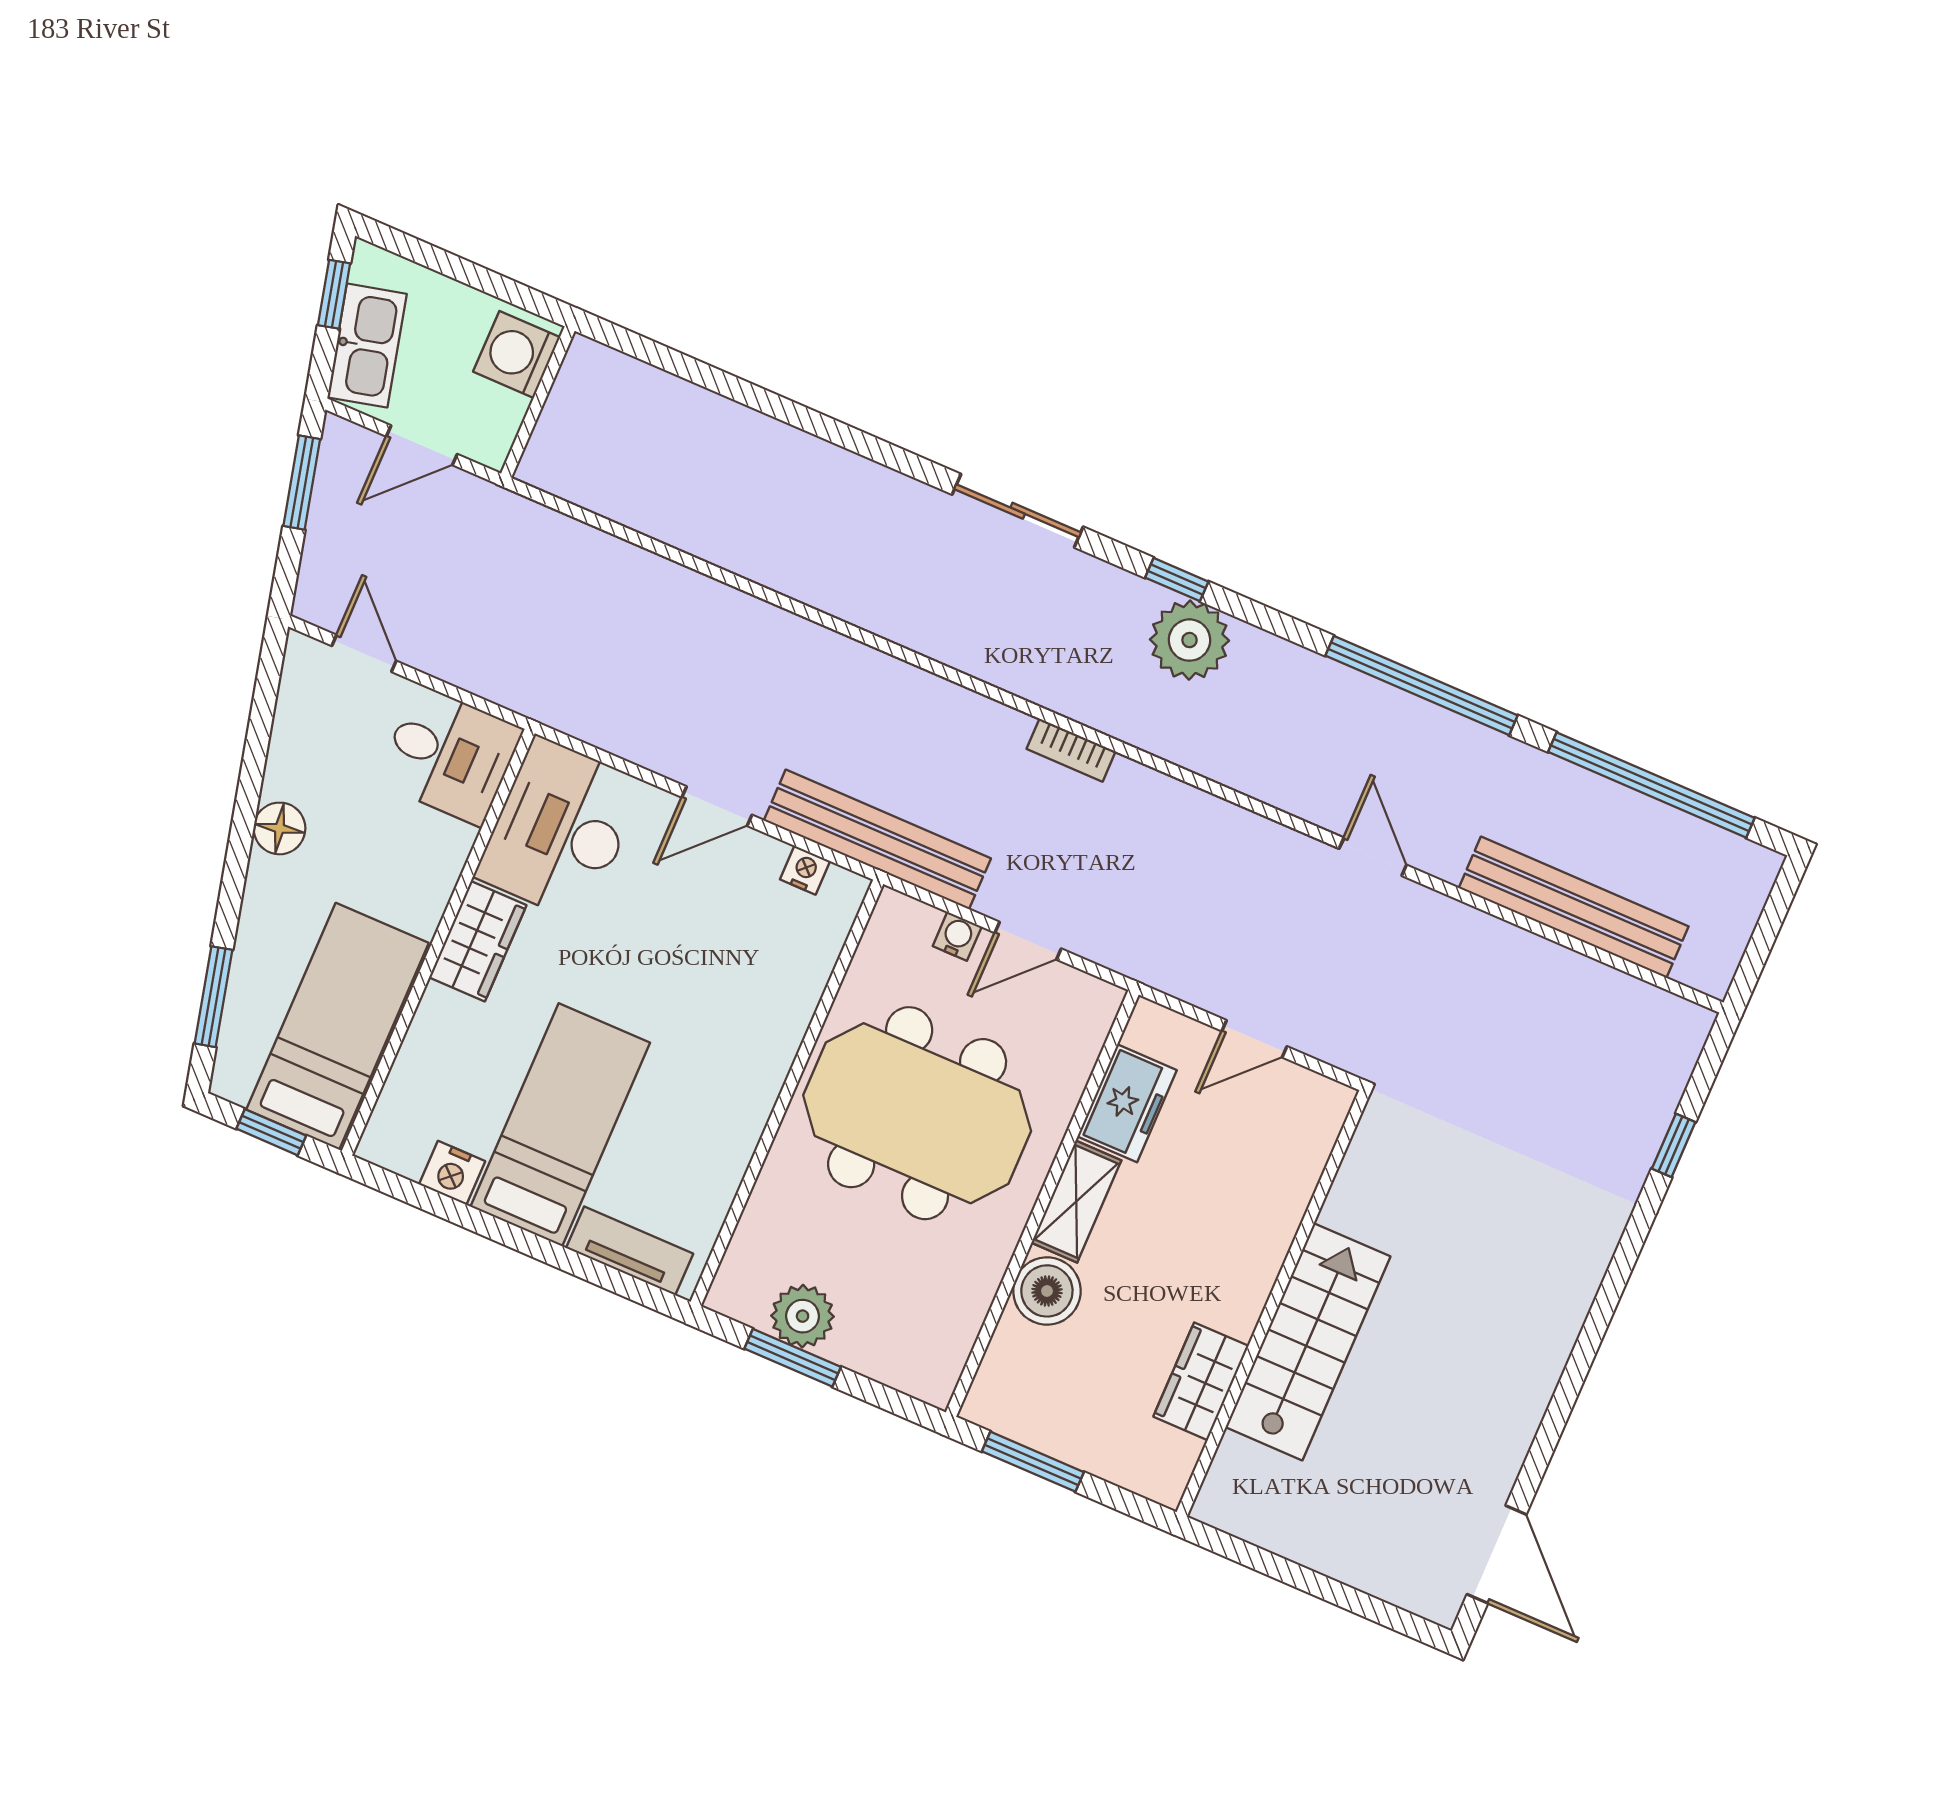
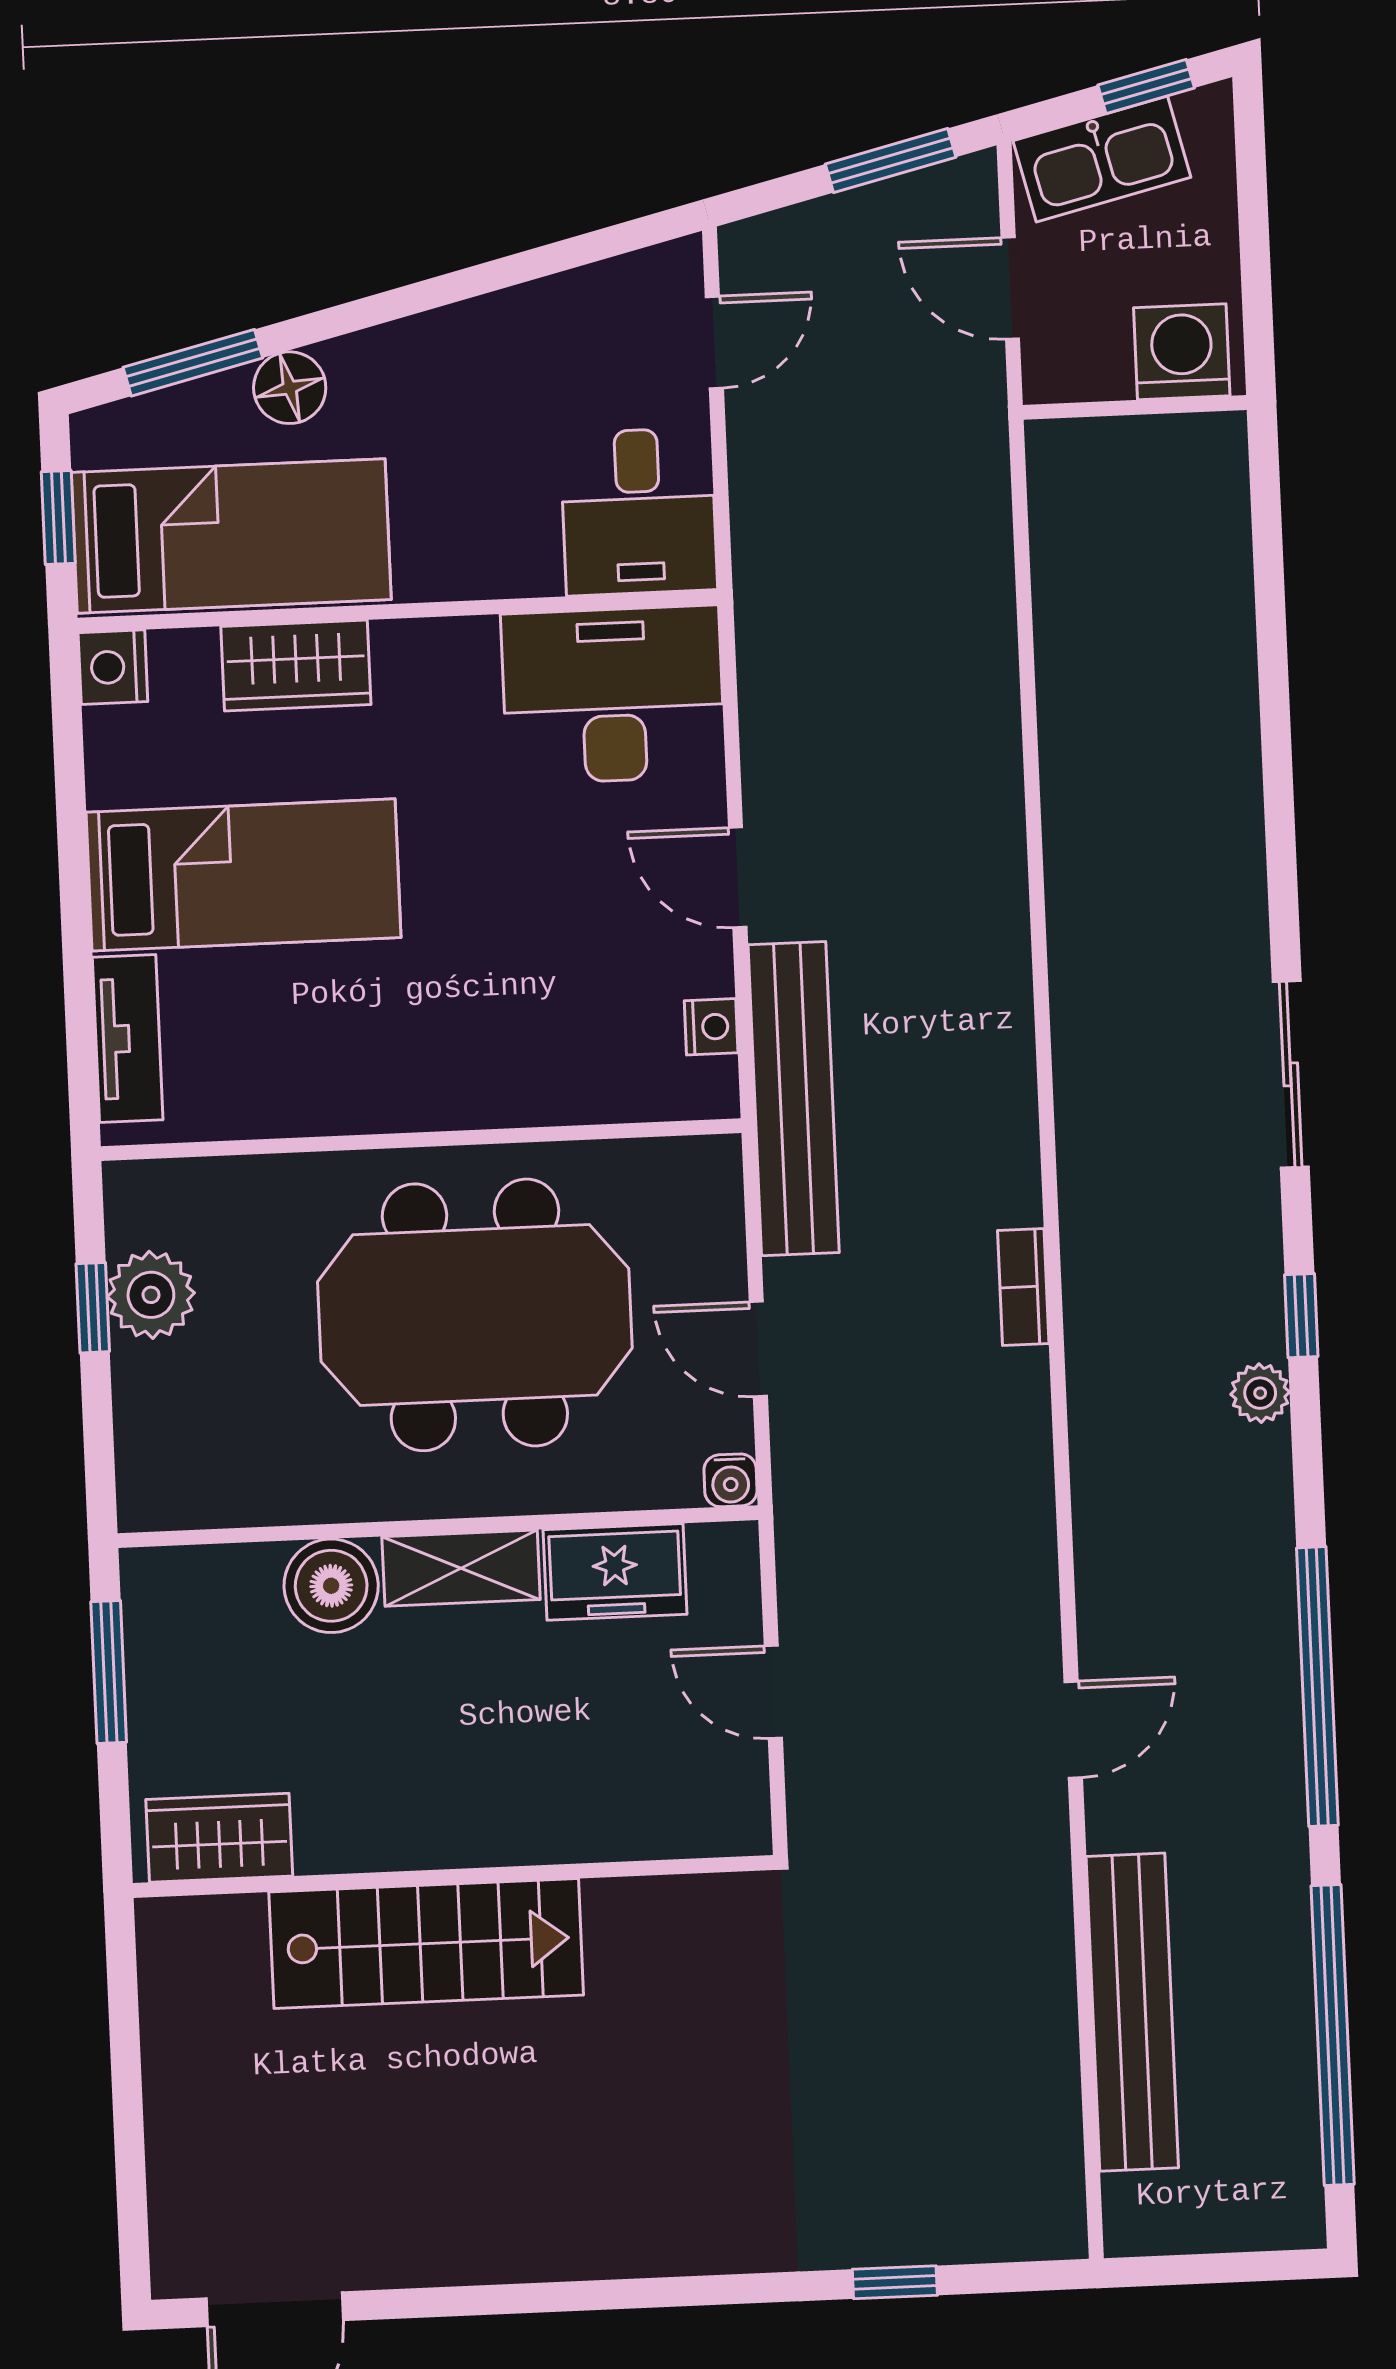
plant: (1190, 640) -> (1260, 1393), width x0.53, depth x0.53
floor lamp: (279, 828) -> (290, 388), moved
water cooler: (957, 936) -> (731, 1480), moved, turned 90
wardrobe: (478, 941) -> (296, 666), moved
meeting table: (917, 1113) -> (475, 1315), turned 90
nightstand: (452, 1173) -> (113, 667), moved
window: (793, 1358) -> (93, 1308), width x0.67
wardrobe: (1201, 1381) -> (219, 1838), moved

